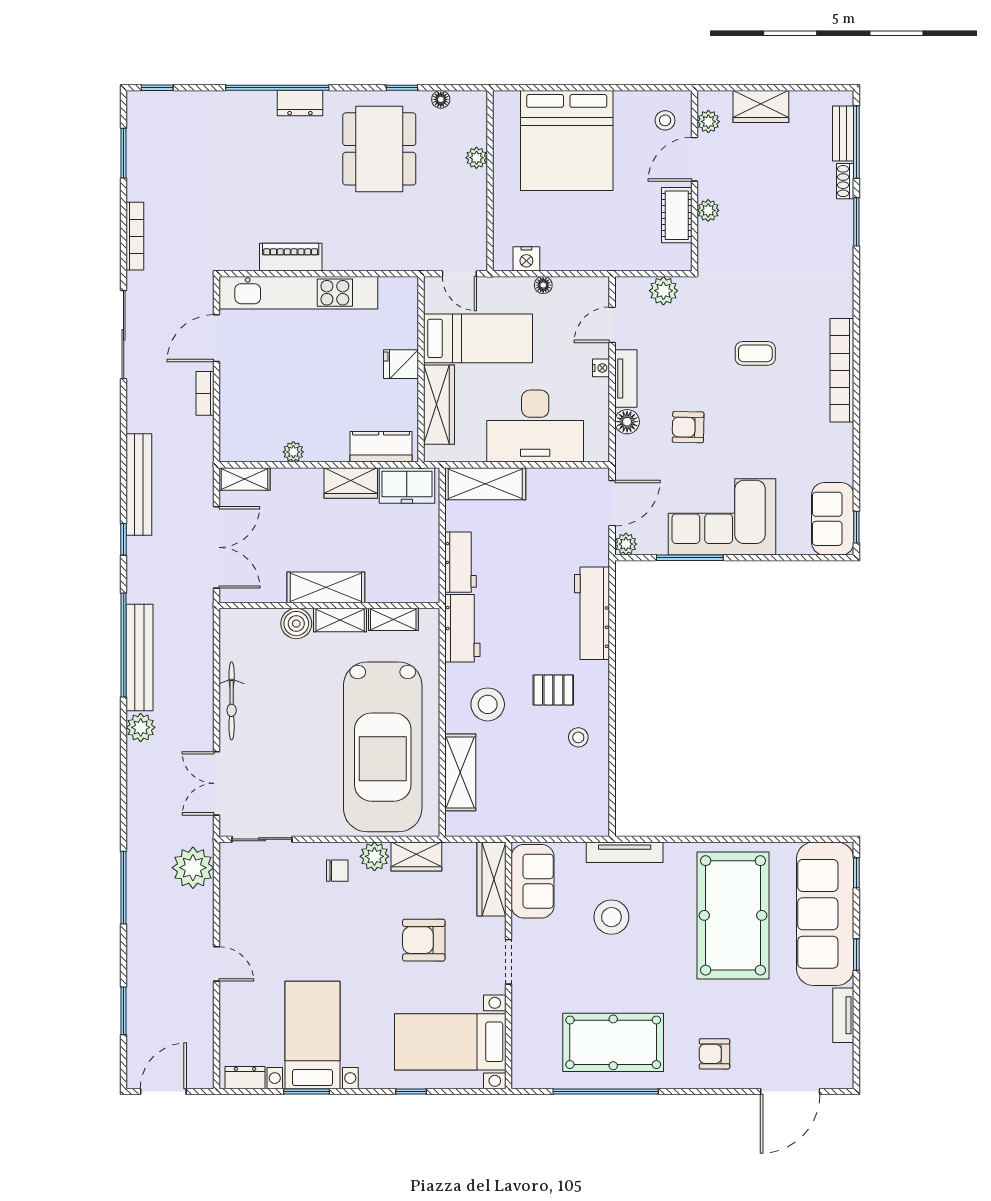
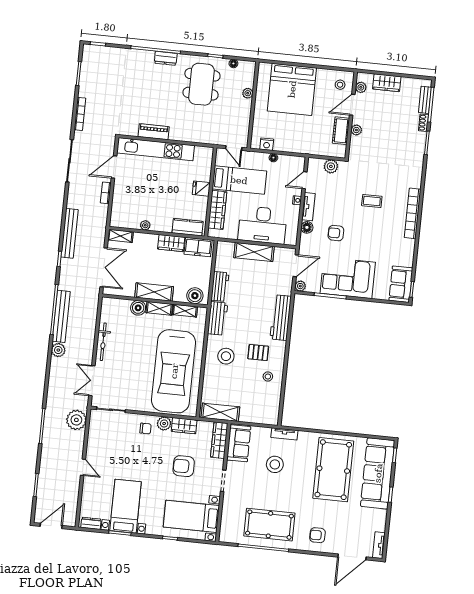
shelving: (485, 484) -> (254, 252), moved
boiler: (411, 586) -> (195, 296), added
shelving: (460, 772) -> (220, 412), moved, turned 90
tv unit: (625, 852) -> (284, 434), width x0.71
tv unit: (843, 1015) -> (379, 545), moved

